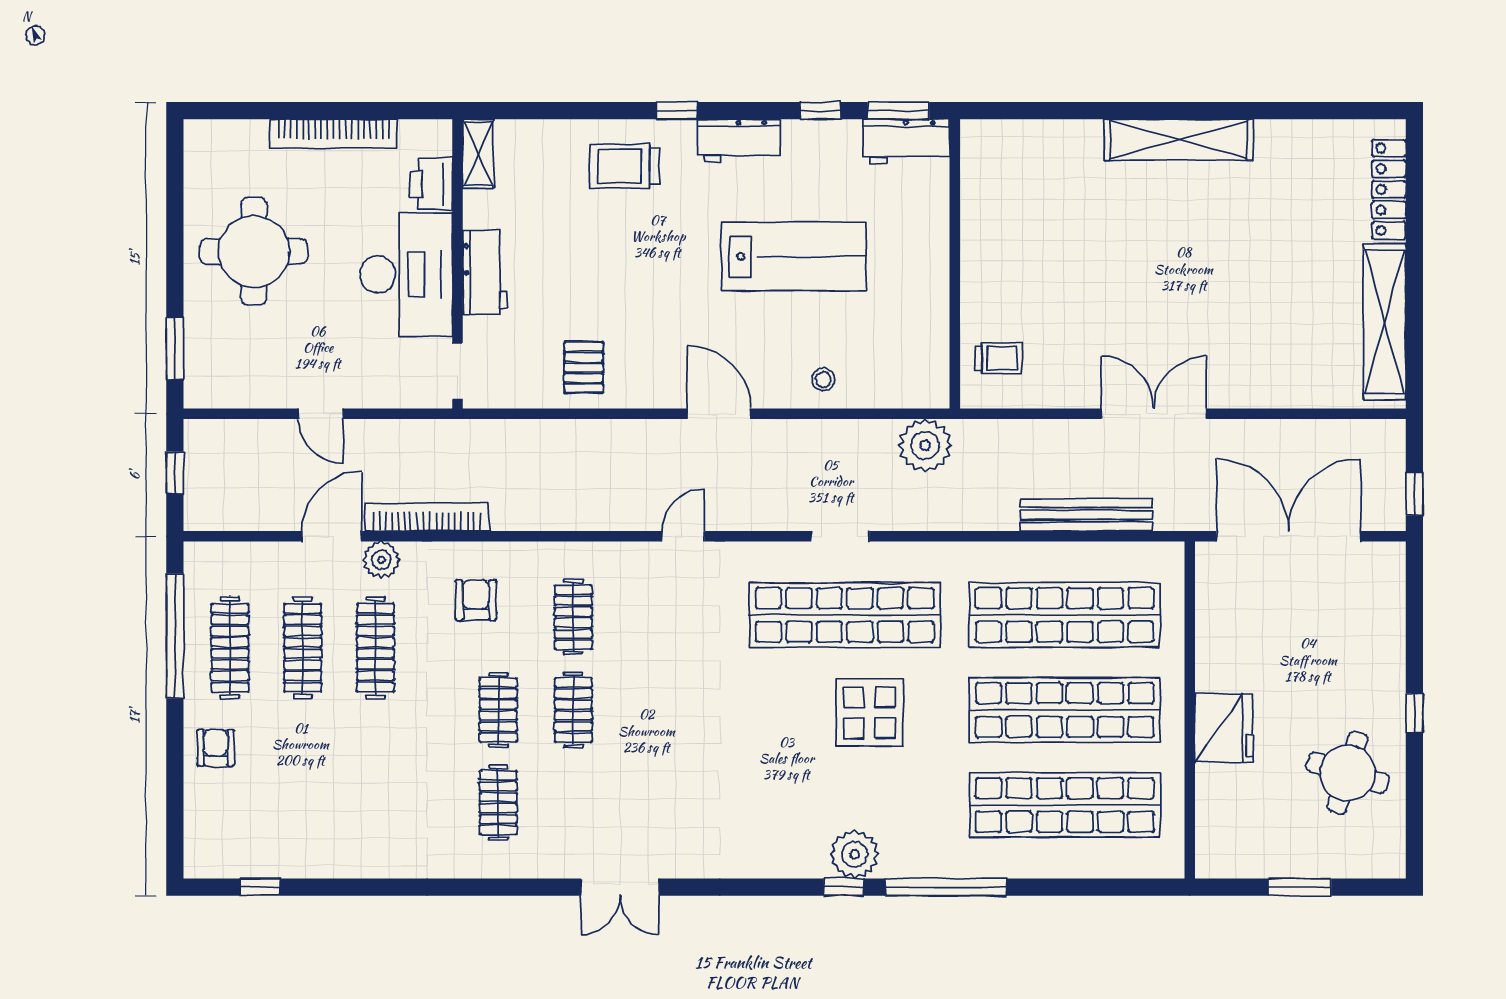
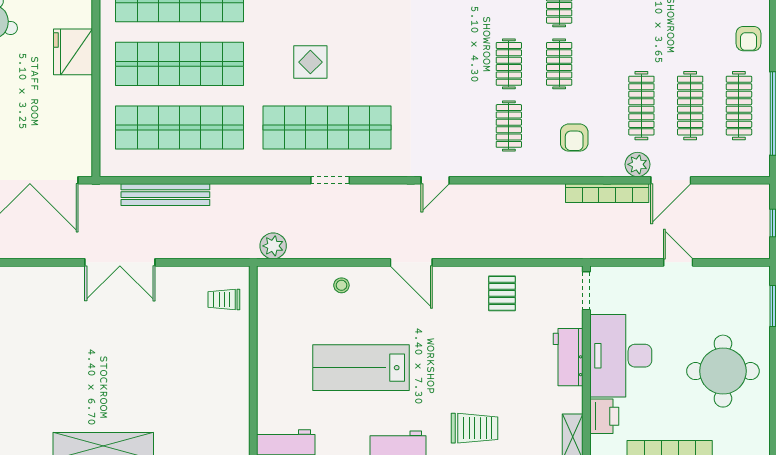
plant: (925, 445) -> (273, 246), width x0.73, depth x0.73
display table: (869, 713) -> (310, 62), width x0.73, depth x0.73

